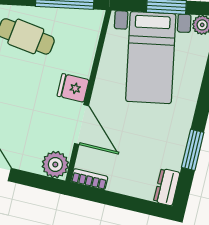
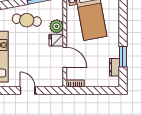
plant: (55, 165) -> (57, 26), moved
dresser: (167, 187) -> (115, 67), moved

